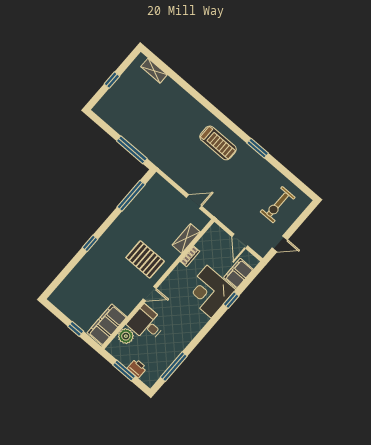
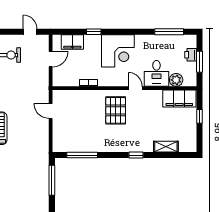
shelving: (186, 238) -> (166, 147), moved
corner desk: (209, 292) -> (118, 51), moved

